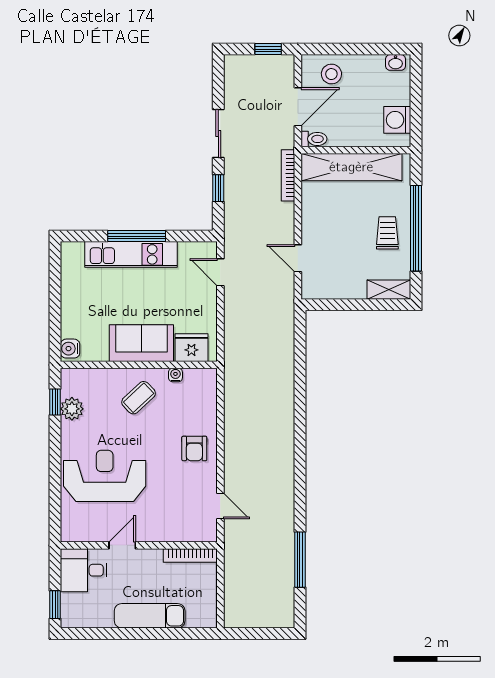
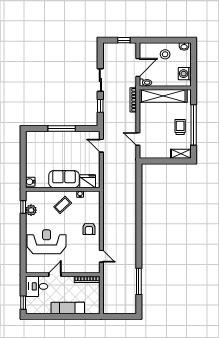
stool: (331, 74) -> (165, 54), moved
kitchen unit: (131, 254) -> (59, 137), removed

